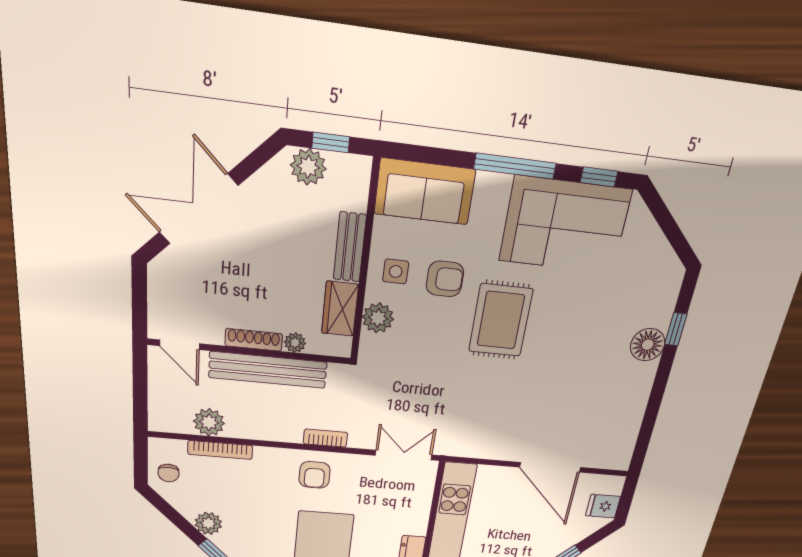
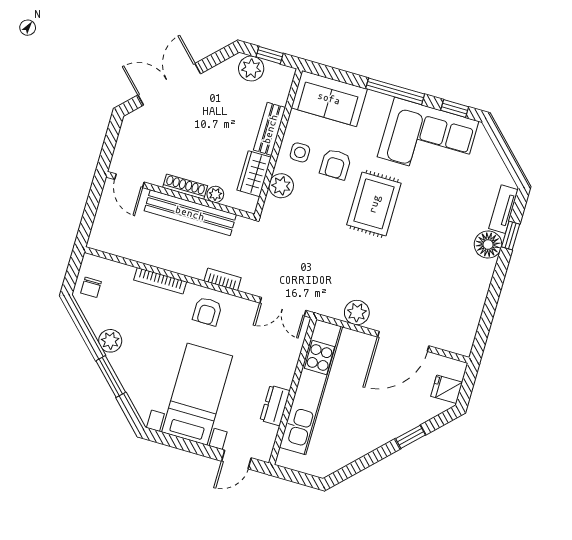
armchair: (445, 279) -> (335, 164), turned 90
tv unit: (667, 299) -> (503, 209), added
plant: (209, 422) -> (357, 313), moved
bookcase: (220, 450) -> (160, 281), moved
double door: (404, 455) -> (283, 307), swing flipped
door: (550, 467) -> (403, 341), hinge flipped

